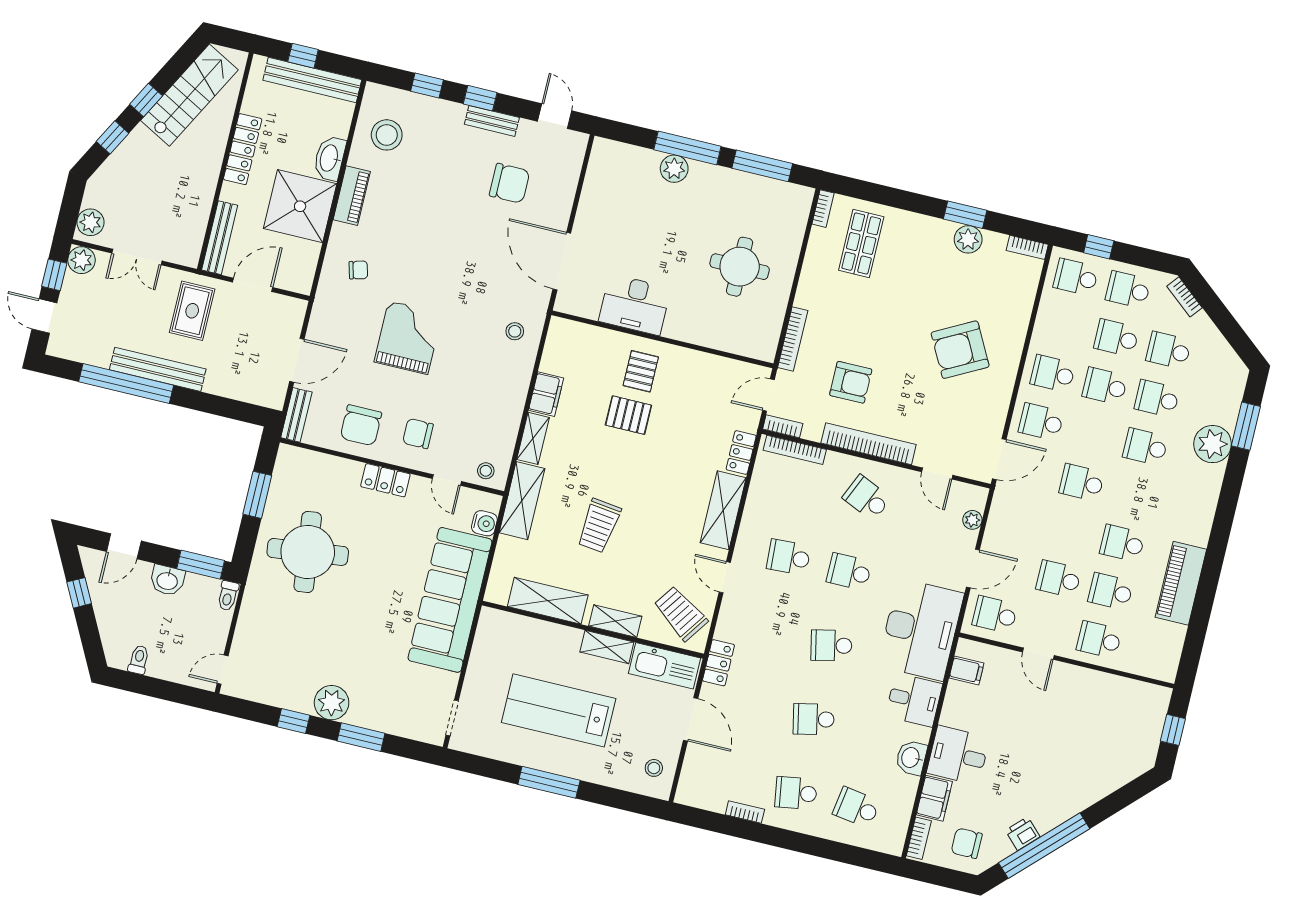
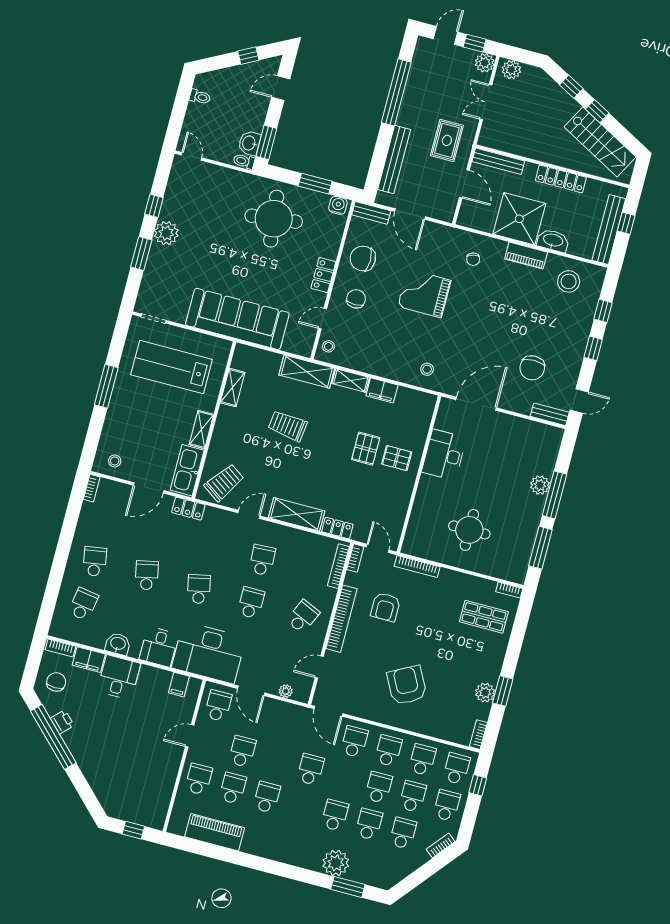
bench: (492, 121) -> (550, 414), moved, turned 90
rug: (192, 311) -> (447, 140), turned 90
school desk: (1064, 325) -> (422, 760), added
grand piano: (408, 338) -> (424, 293), turned 180
bench: (158, 369) -> (394, 159), moved
water cooler: (484, 523) -> (338, 205), moved, turned 180
door: (124, 546) -> (281, 88), hinge flipped
washbasin: (167, 580) -> (249, 143), moved
piano: (1181, 583) -> (215, 832), moved
shelving: (548, 601) -> (233, 388), width x0.67, depth x0.75
shelving: (615, 621) -> (220, 436), removed
lab bench: (559, 710) -> (172, 367), moved, turned -90
bookcase: (745, 812) -> (92, 488), moved

